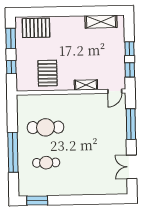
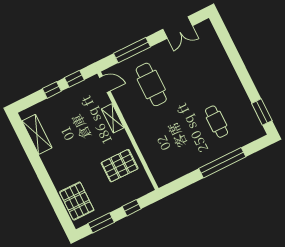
cafe table: (45, 127) -> (151, 84), moved

